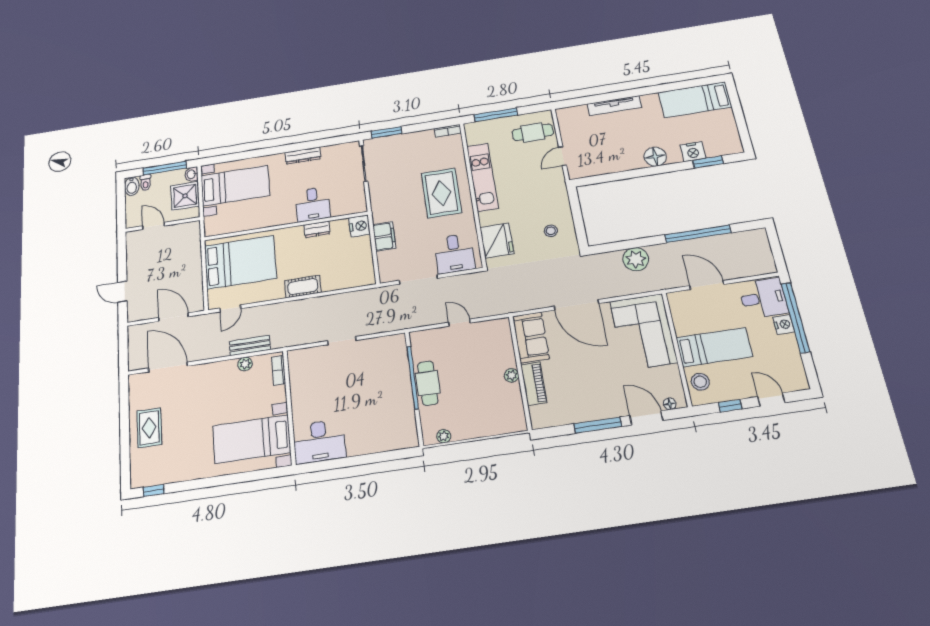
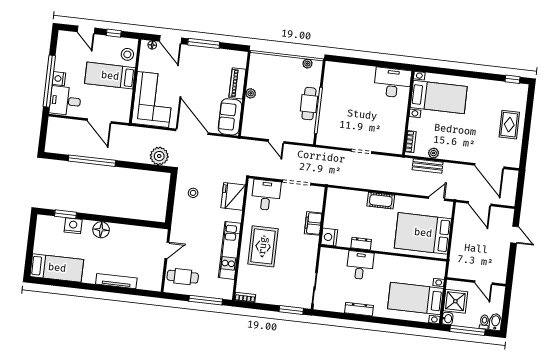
plant: (636, 259) -> (159, 156), moved

